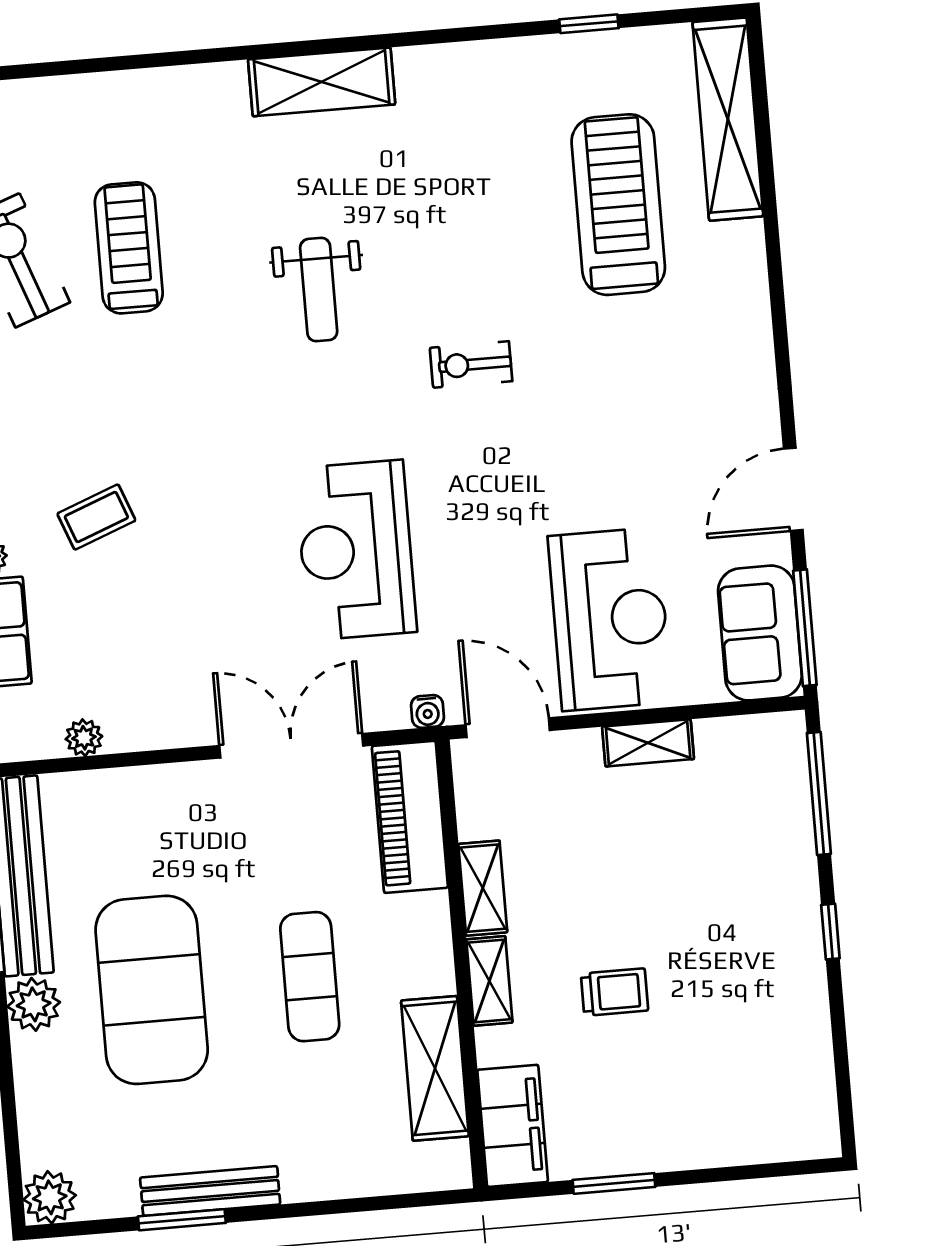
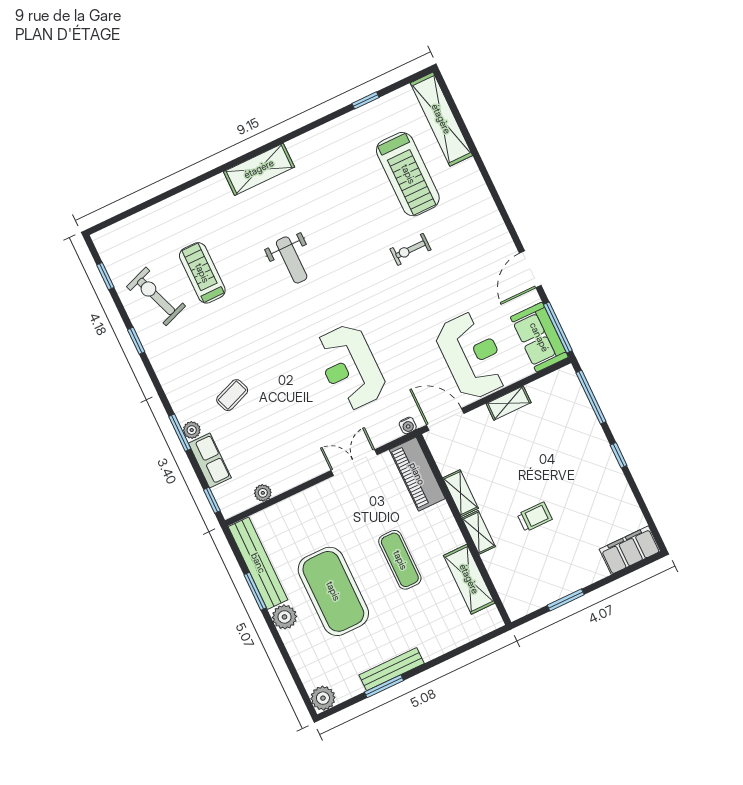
treadmill: (618, 205) -> (408, 174), turned 180
exercise bike: (471, 364) -> (410, 249), moved
double door: (291, 746) -> (354, 463), width x0.73
filing cabinet: (513, 1126) -> (630, 550), moved, turned -90

